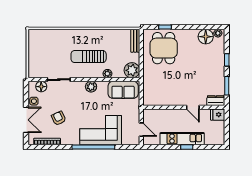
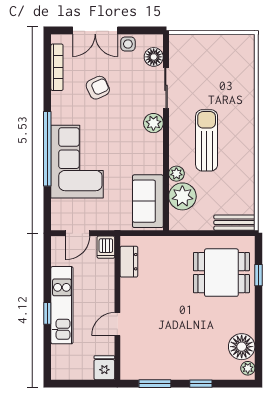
plant: (132, 70) -> (182, 196), moved
plant: (91, 87) -> (153, 123), moved
dresser: (216, 101) -> (129, 262), moved
dishwasher: (149, 114) -> (106, 247), added

